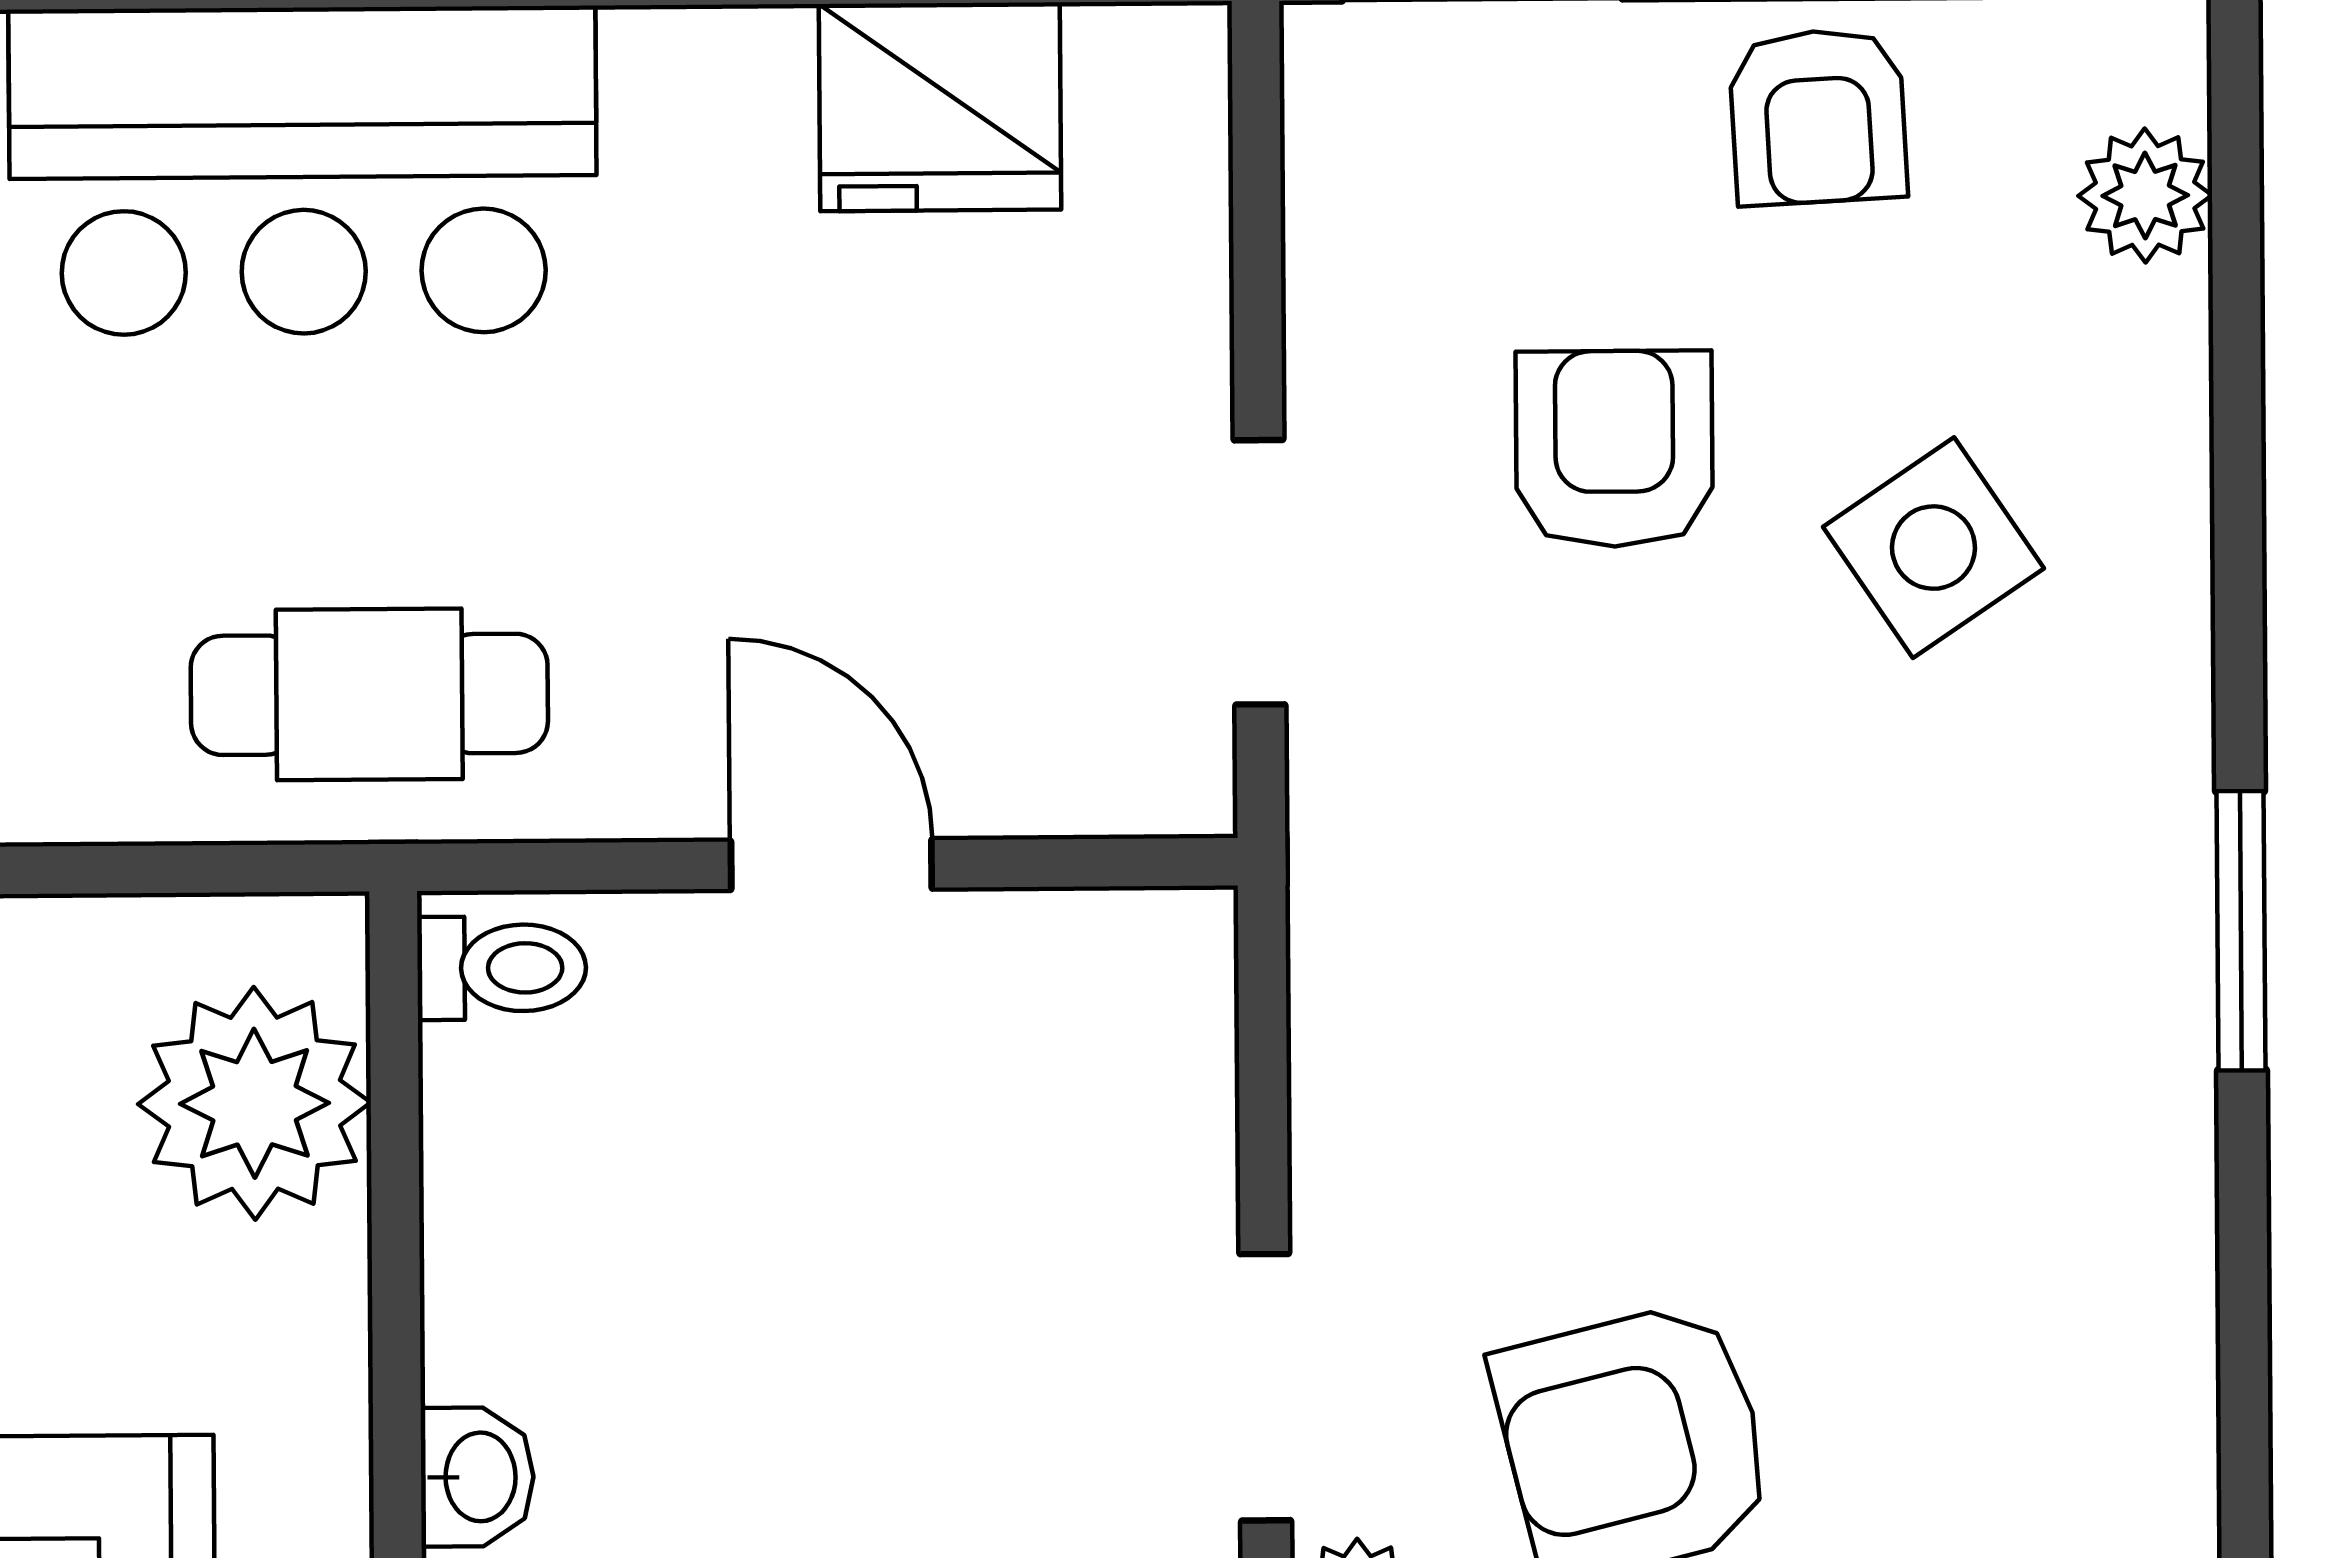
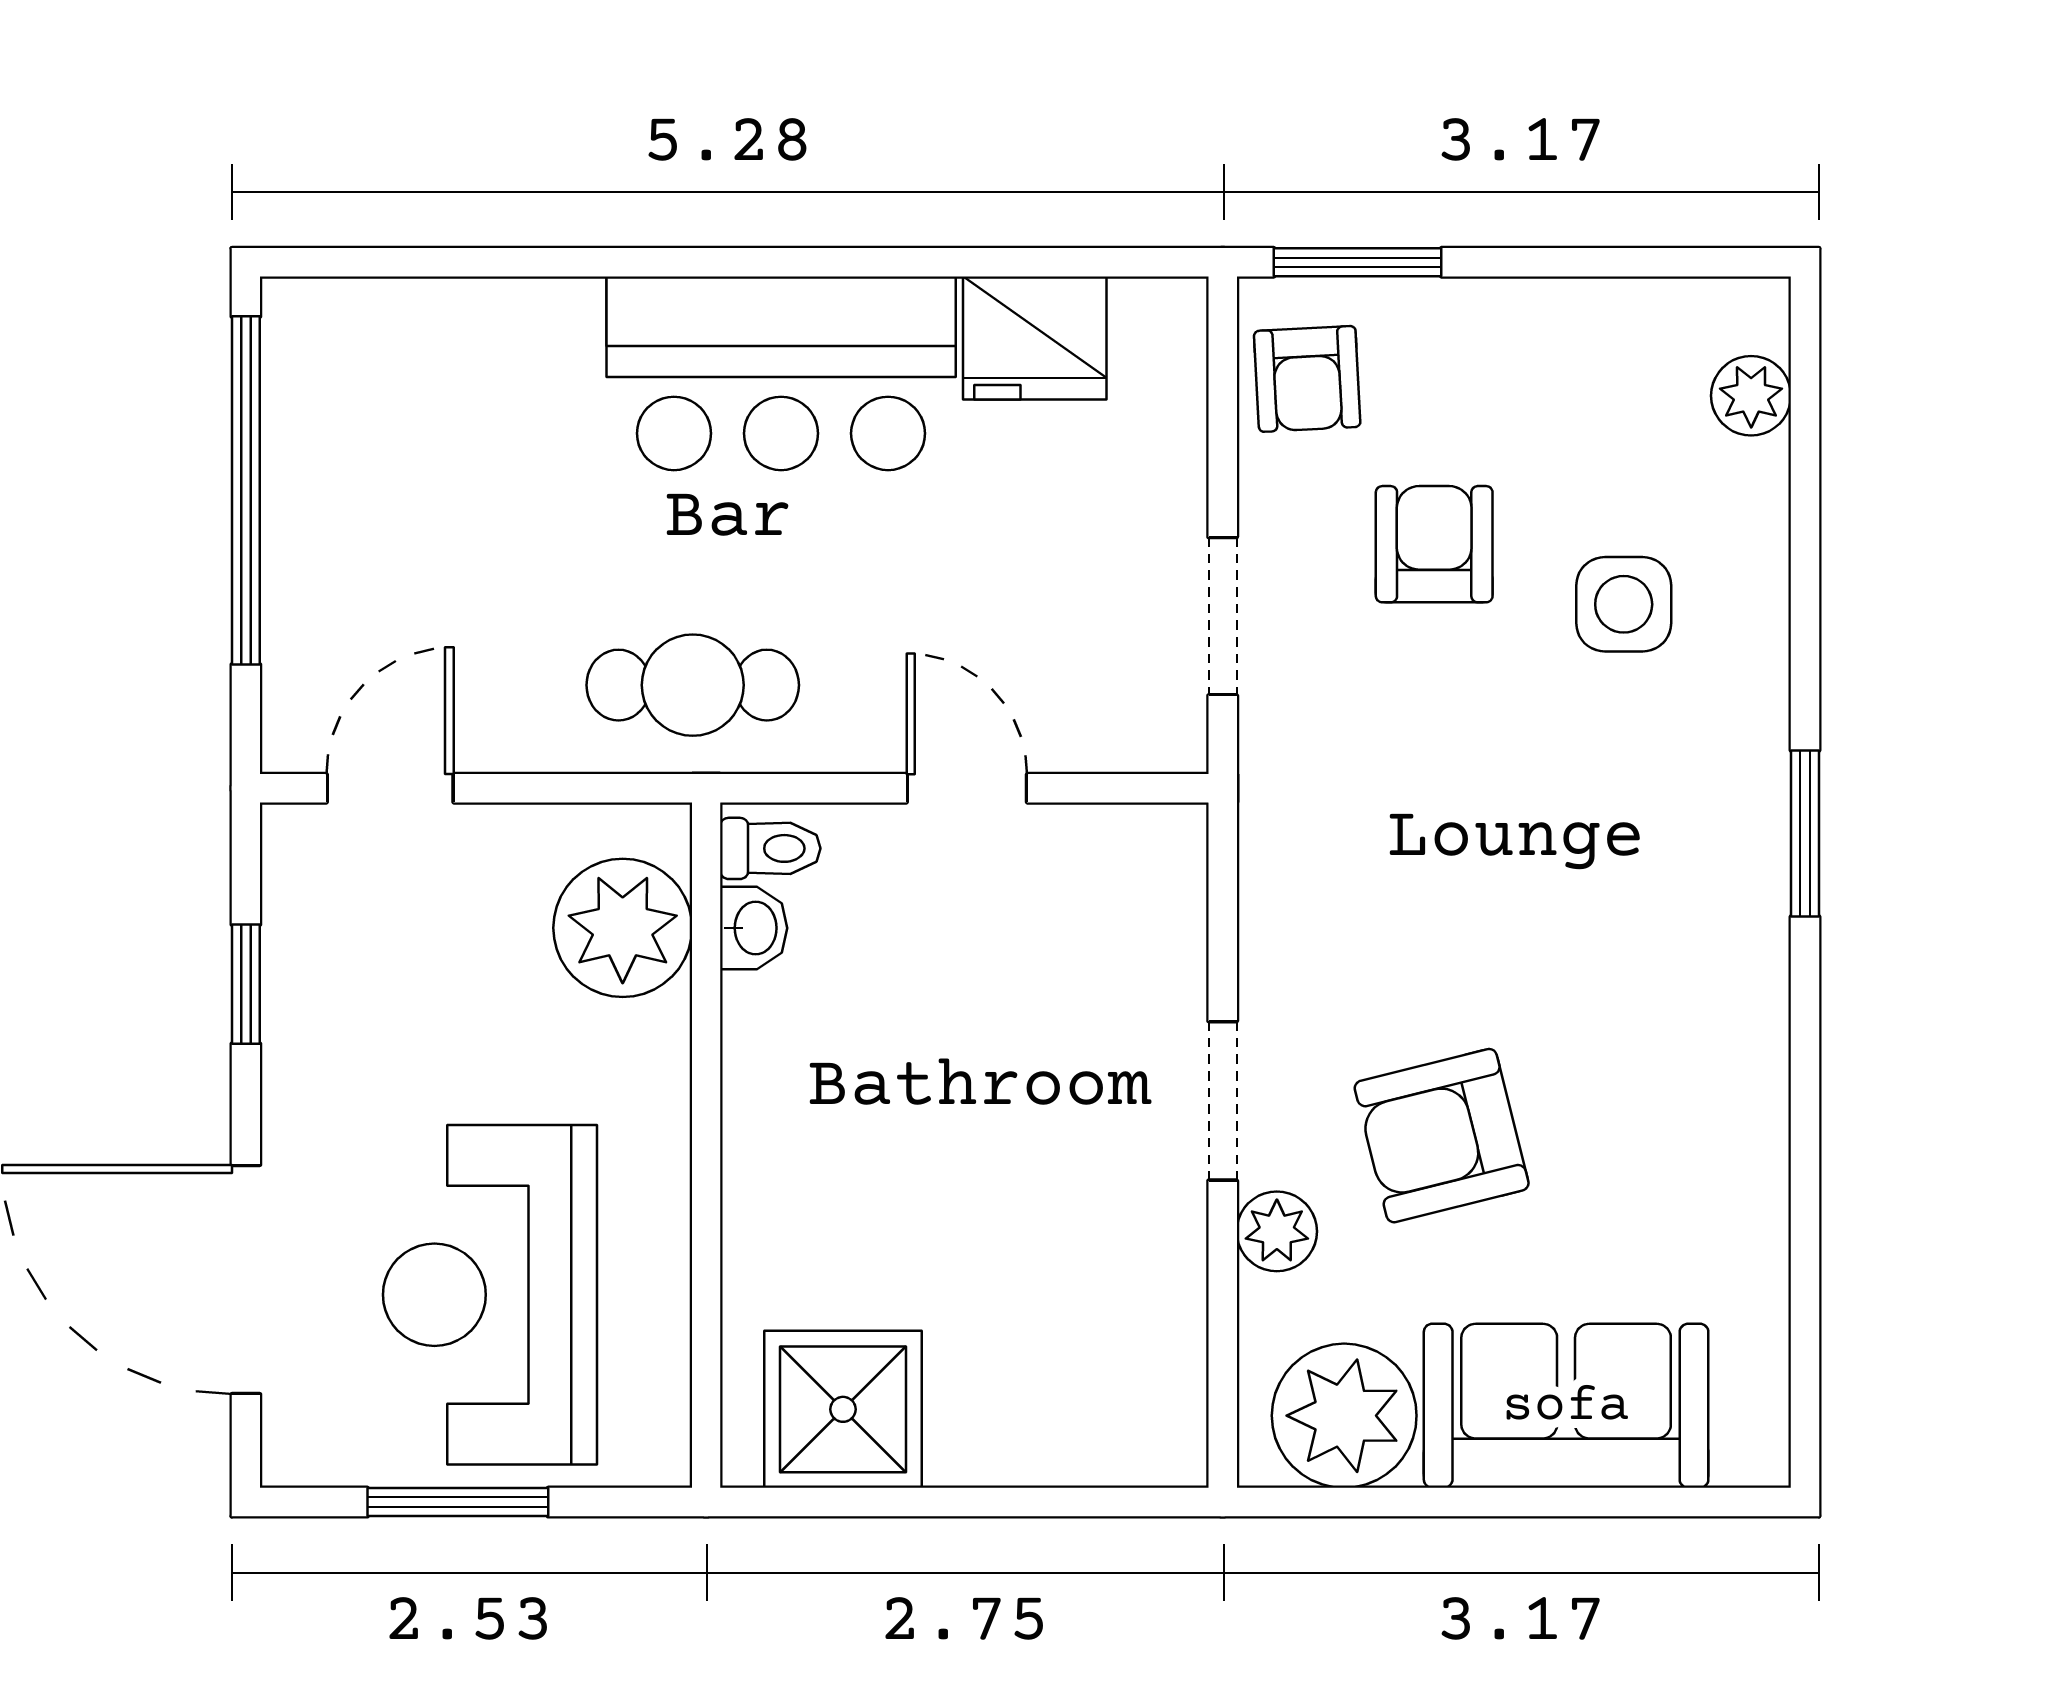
armchair: (1818, 117) -> (1307, 379), moved
bar counter: (303, 171) -> (781, 373), moved
side table: (1933, 548) -> (1624, 604), turned 34
washbasin: (477, 1477) -> (754, 928), moved

